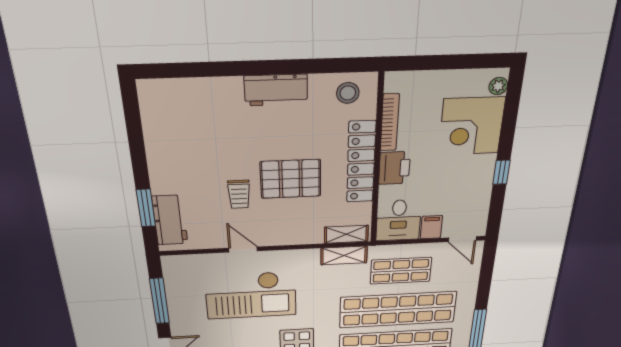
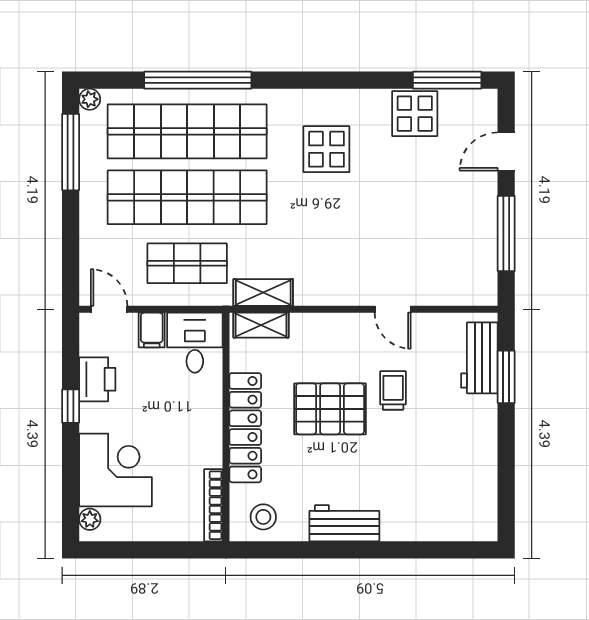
bookcase: (390, 123) -> (213, 505), moved
printer: (394, 168) -> (97, 379), moved, turned 180
checkout: (251, 295) -> (386, 235), removed

